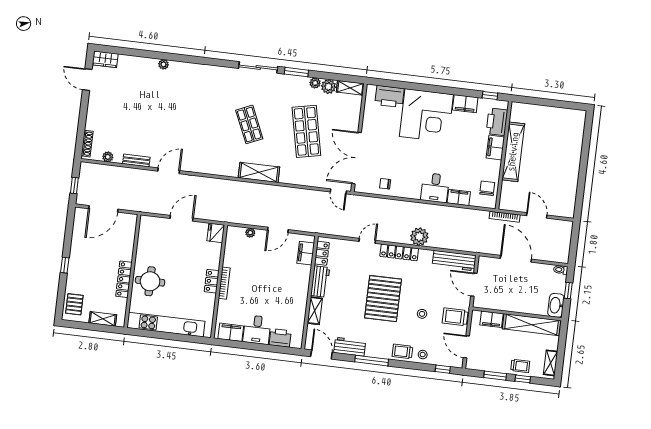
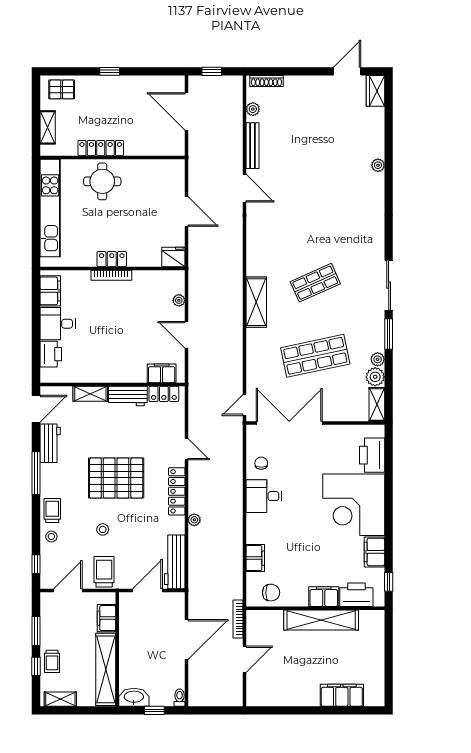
filing cabinet: (574, 143) -> (342, 695), added
bench: (136, 161) -> (252, 146), width x1.36
desk: (435, 188) -> (264, 496), moved
plant: (419, 237) -> (194, 520), width x0.53, depth x0.53

